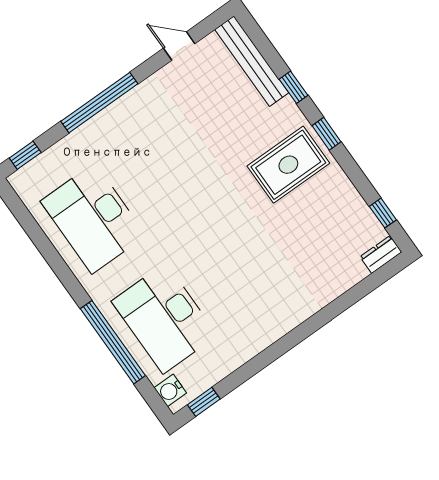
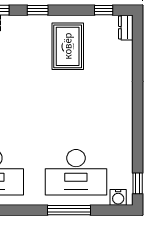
rug: (288, 165) -> (68, 46), moved
window: (113, 342) -> (69, 210), width x0.68

